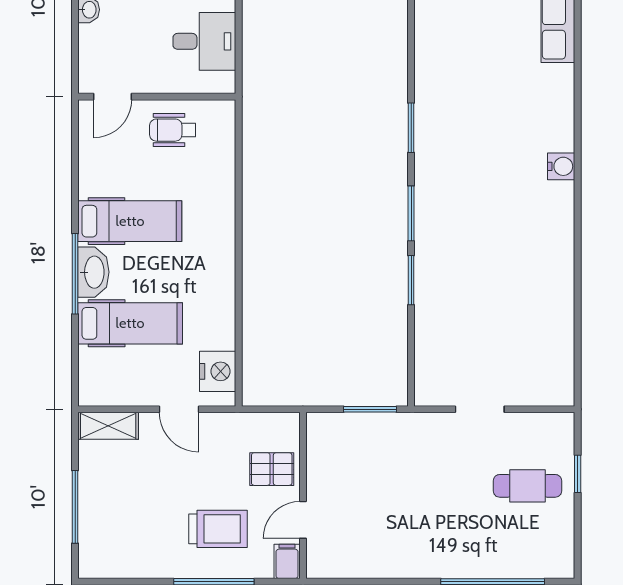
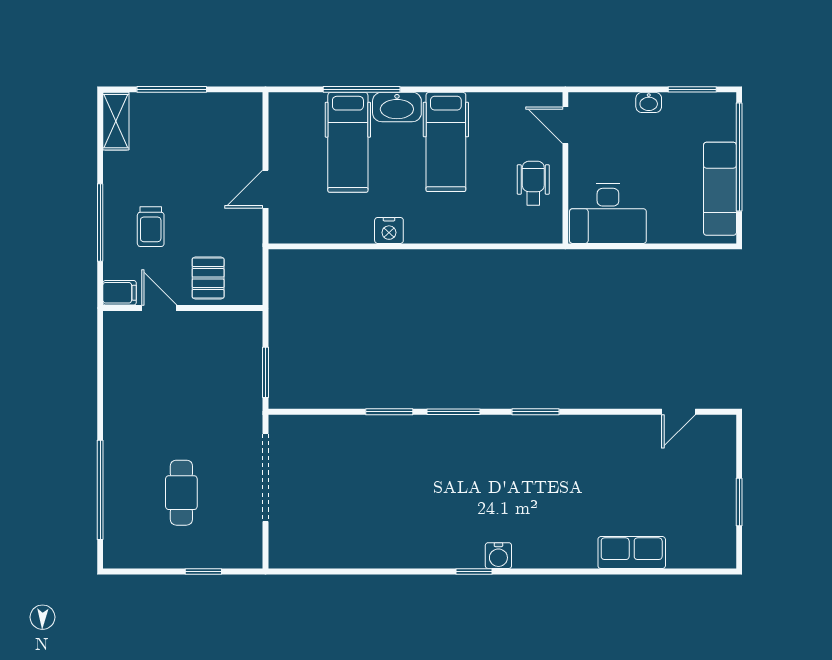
desk: (204, 41) -> (608, 213), width x1.37
window: (578, 192) -> (474, 571), added
window: (75, 274) -> (362, 89), moved
nightstand: (218, 371) -> (389, 230), moved, width x0.74, depth x0.75
doorway: (480, 409) -> (265, 478), width x1.88
shelving: (108, 426) -> (116, 121), moved
cafe table: (527, 486) -> (181, 493), moved
trolley: (218, 529) -> (151, 227), width x0.73, depth x0.72

